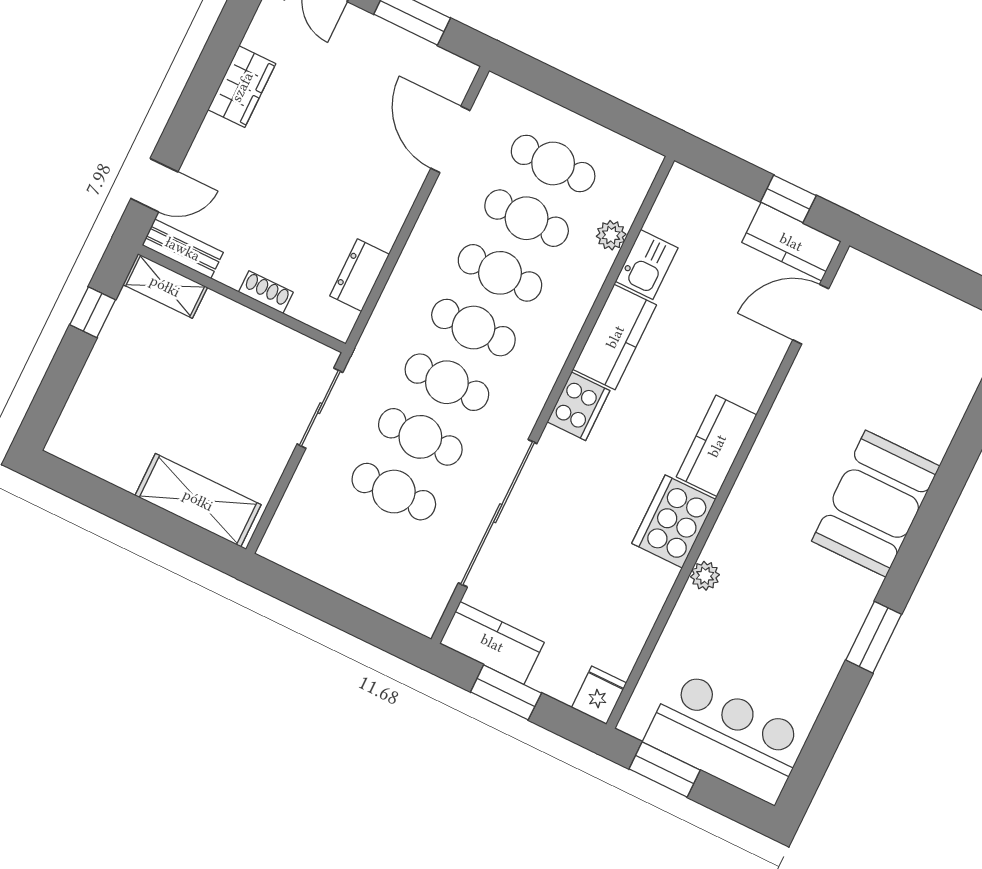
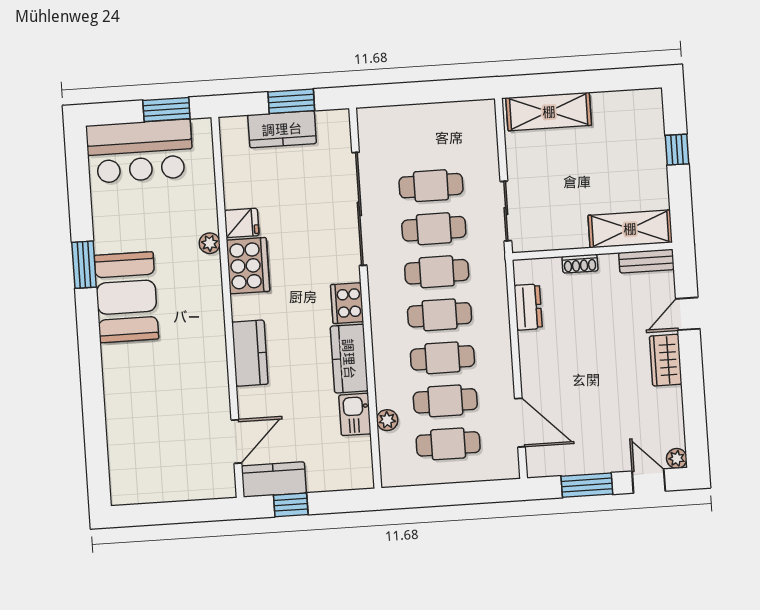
wardrobe: (242, 87) -> (666, 360), moved
door: (154, 185) -> (688, 314), moved
shelving: (165, 286) -> (630, 229), width x1.50, depth x1.33
window: (93, 312) -> (677, 150), moved
kitchen counter: (717, 446) -> (250, 353), moved
booth: (876, 504) -> (126, 297), moved
kitchen counter: (492, 643) -> (282, 129), moved
fridge: (599, 695) -> (242, 223), moved, turned -90

